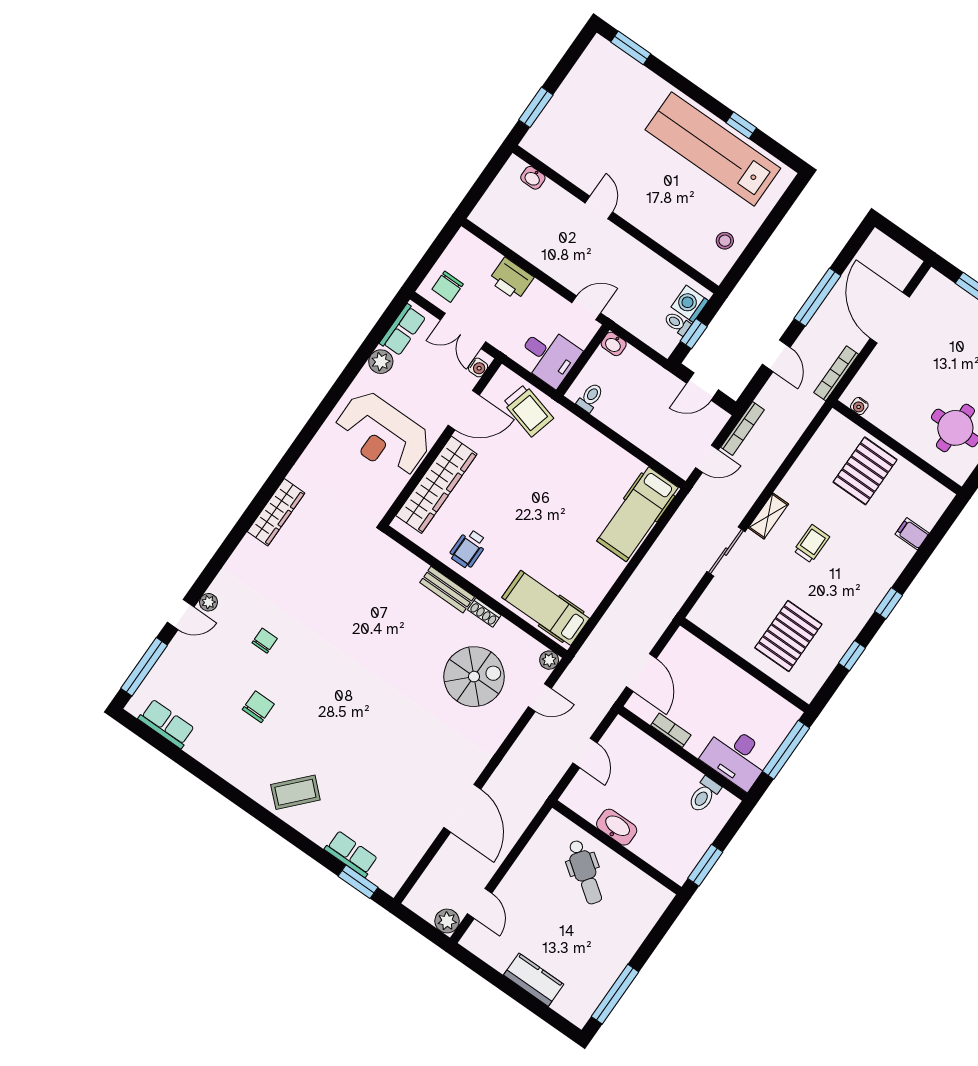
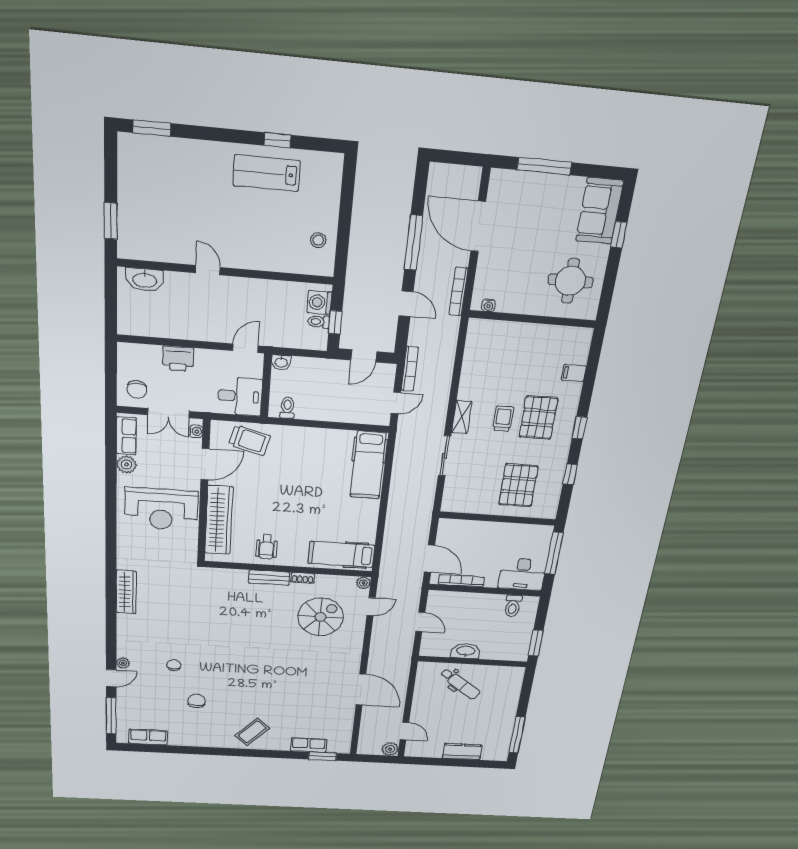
lab bench: (713, 149) -> (267, 173), width x0.54, depth x0.72
washbasin: (533, 178) -> (145, 280), width x1.91, depth x1.45
pallet: (865, 471) -> (538, 418), moved
bookcase: (671, 730) -> (461, 581), width x1.56

